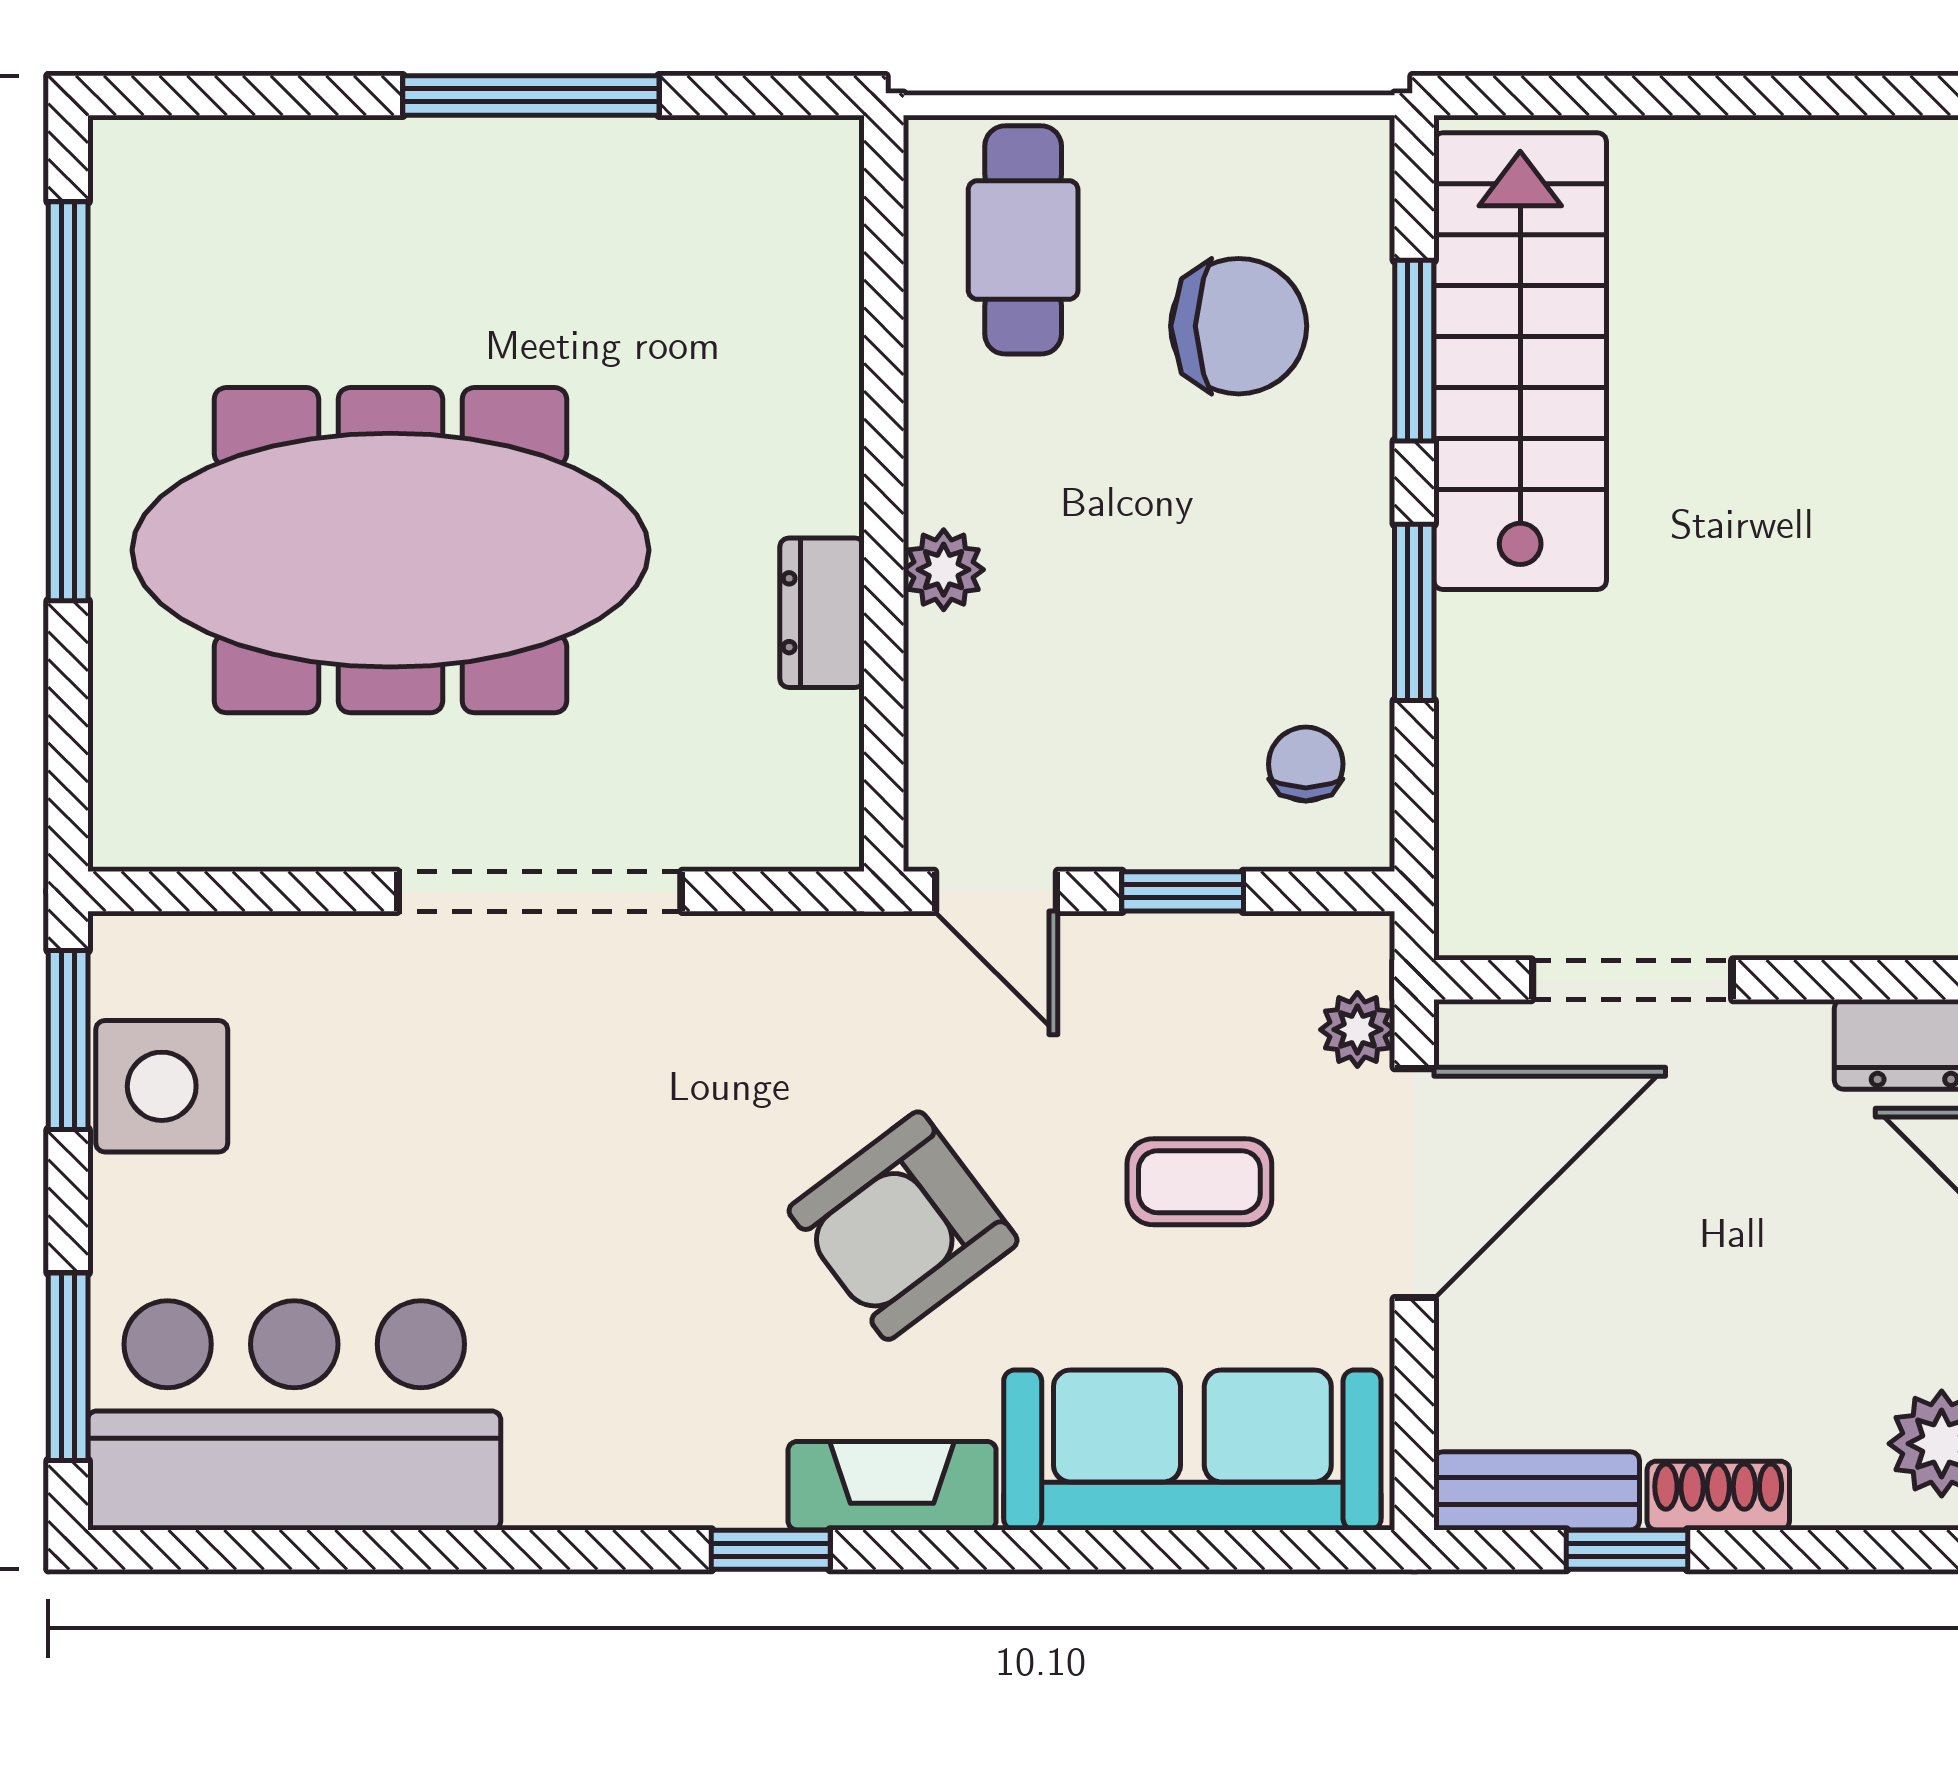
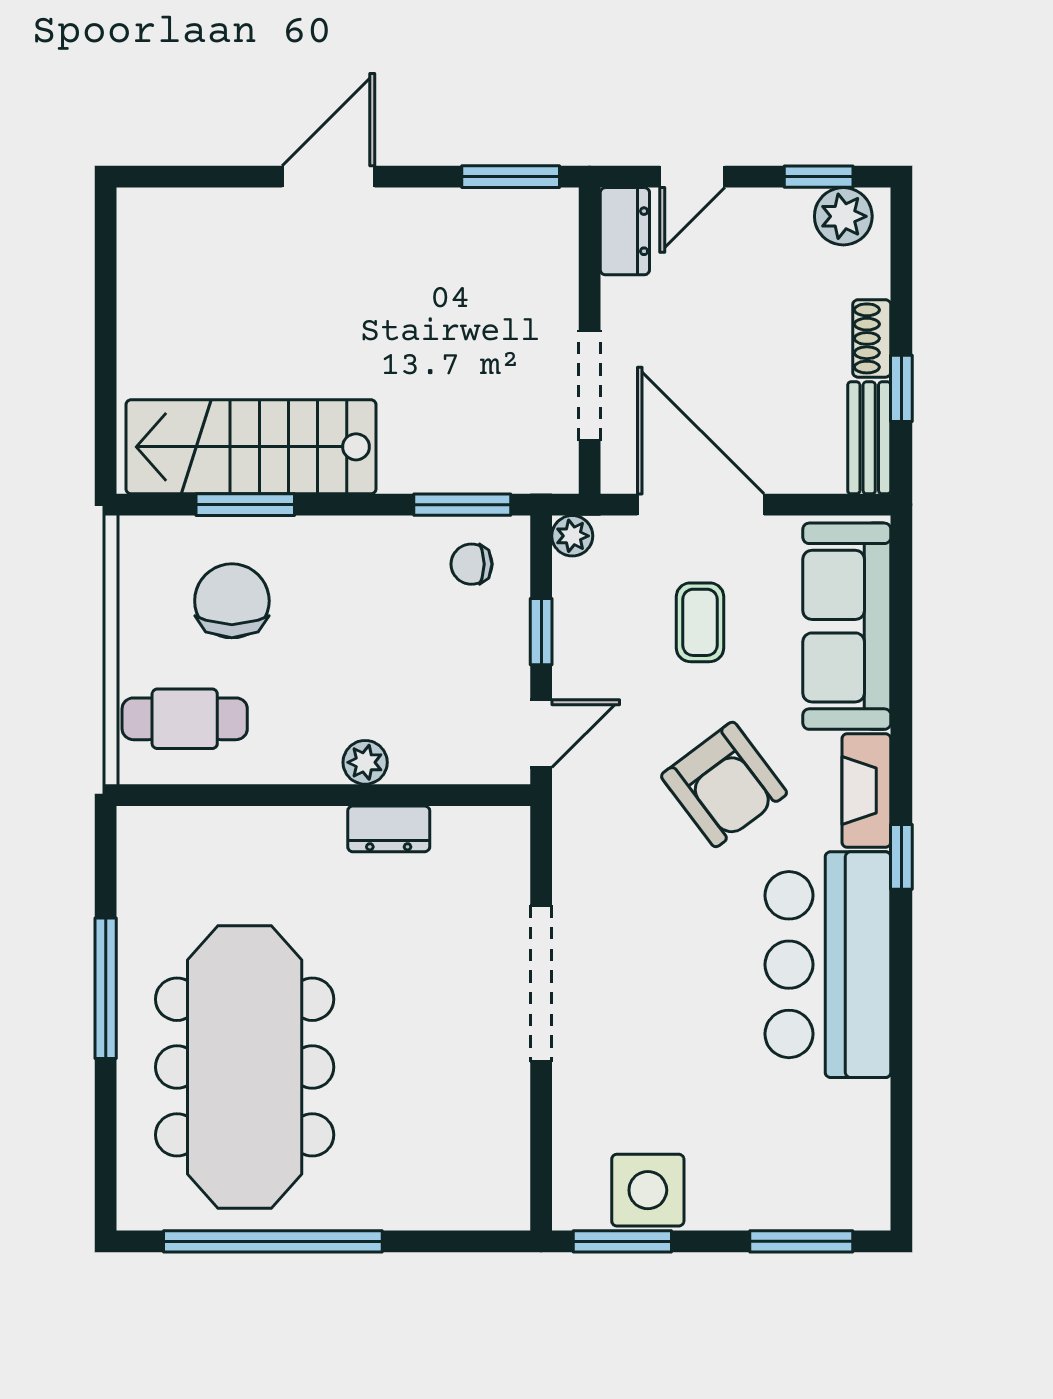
meeting table: (390, 550) -> (245, 1067), moved
window: (1414, 612) -> (462, 505), moved
plant: (1357, 1030) -> (572, 536), moved
bar counter: (294, 1415) -> (828, 965), moved

